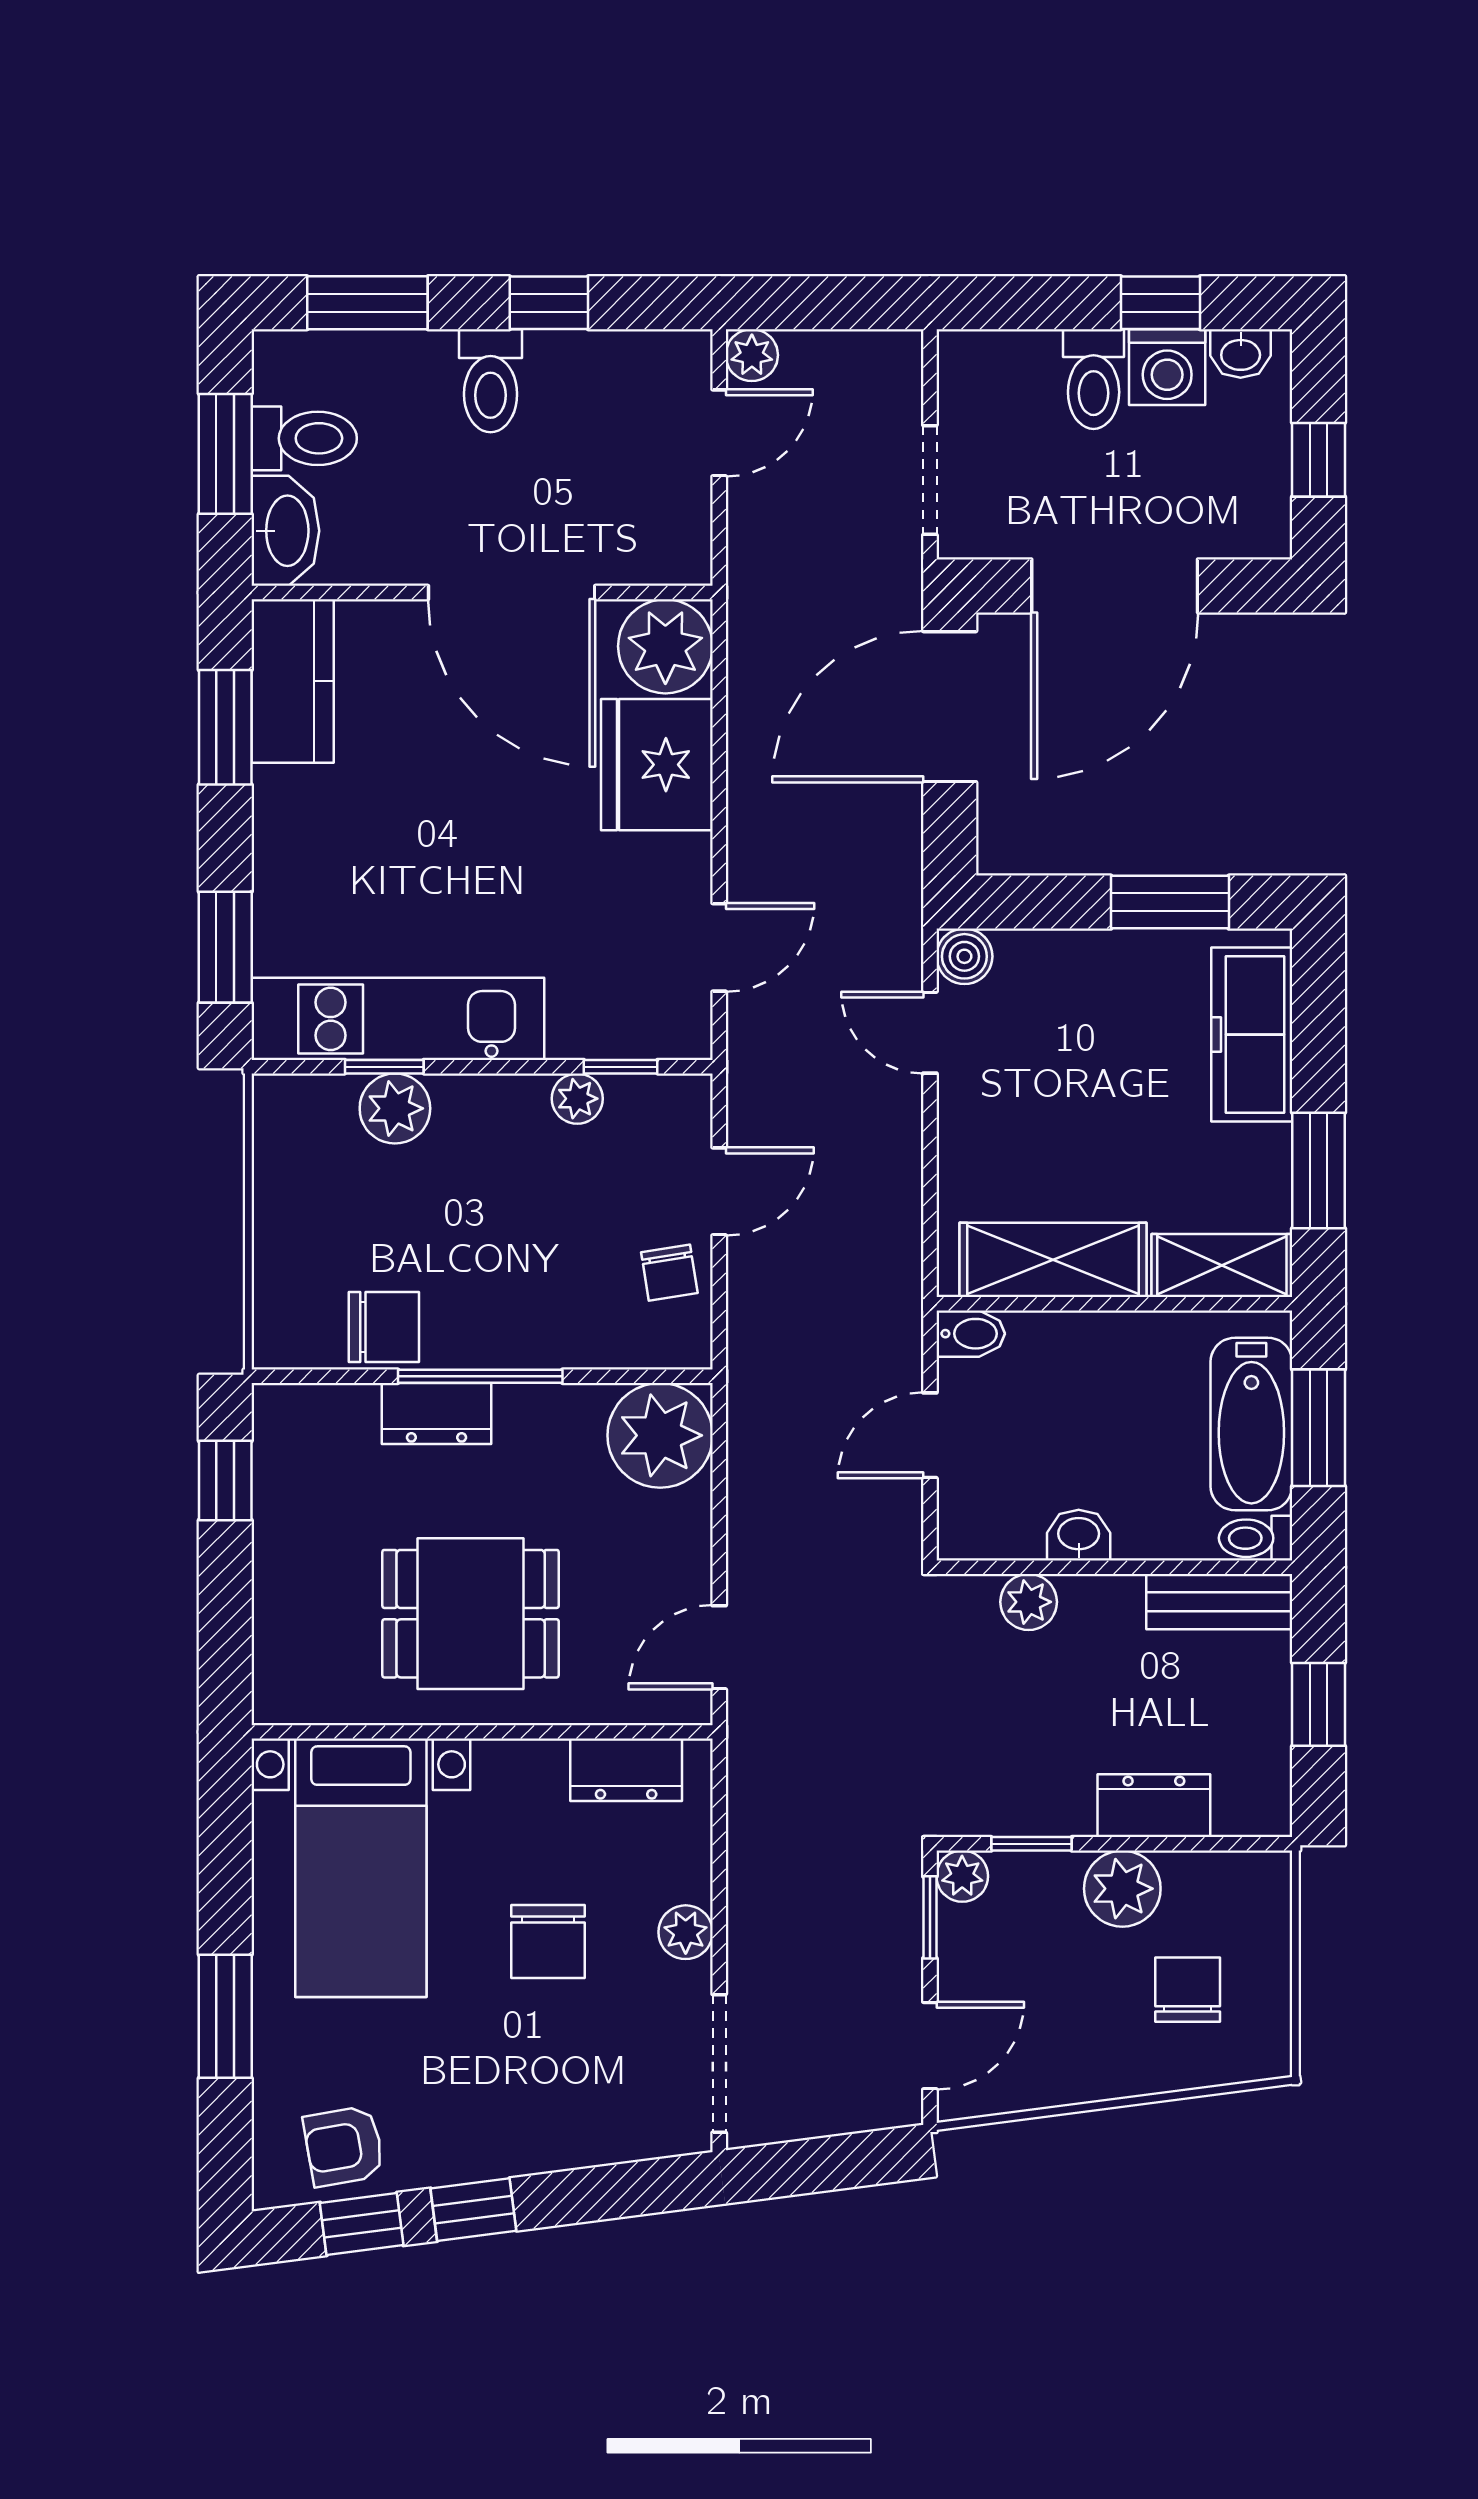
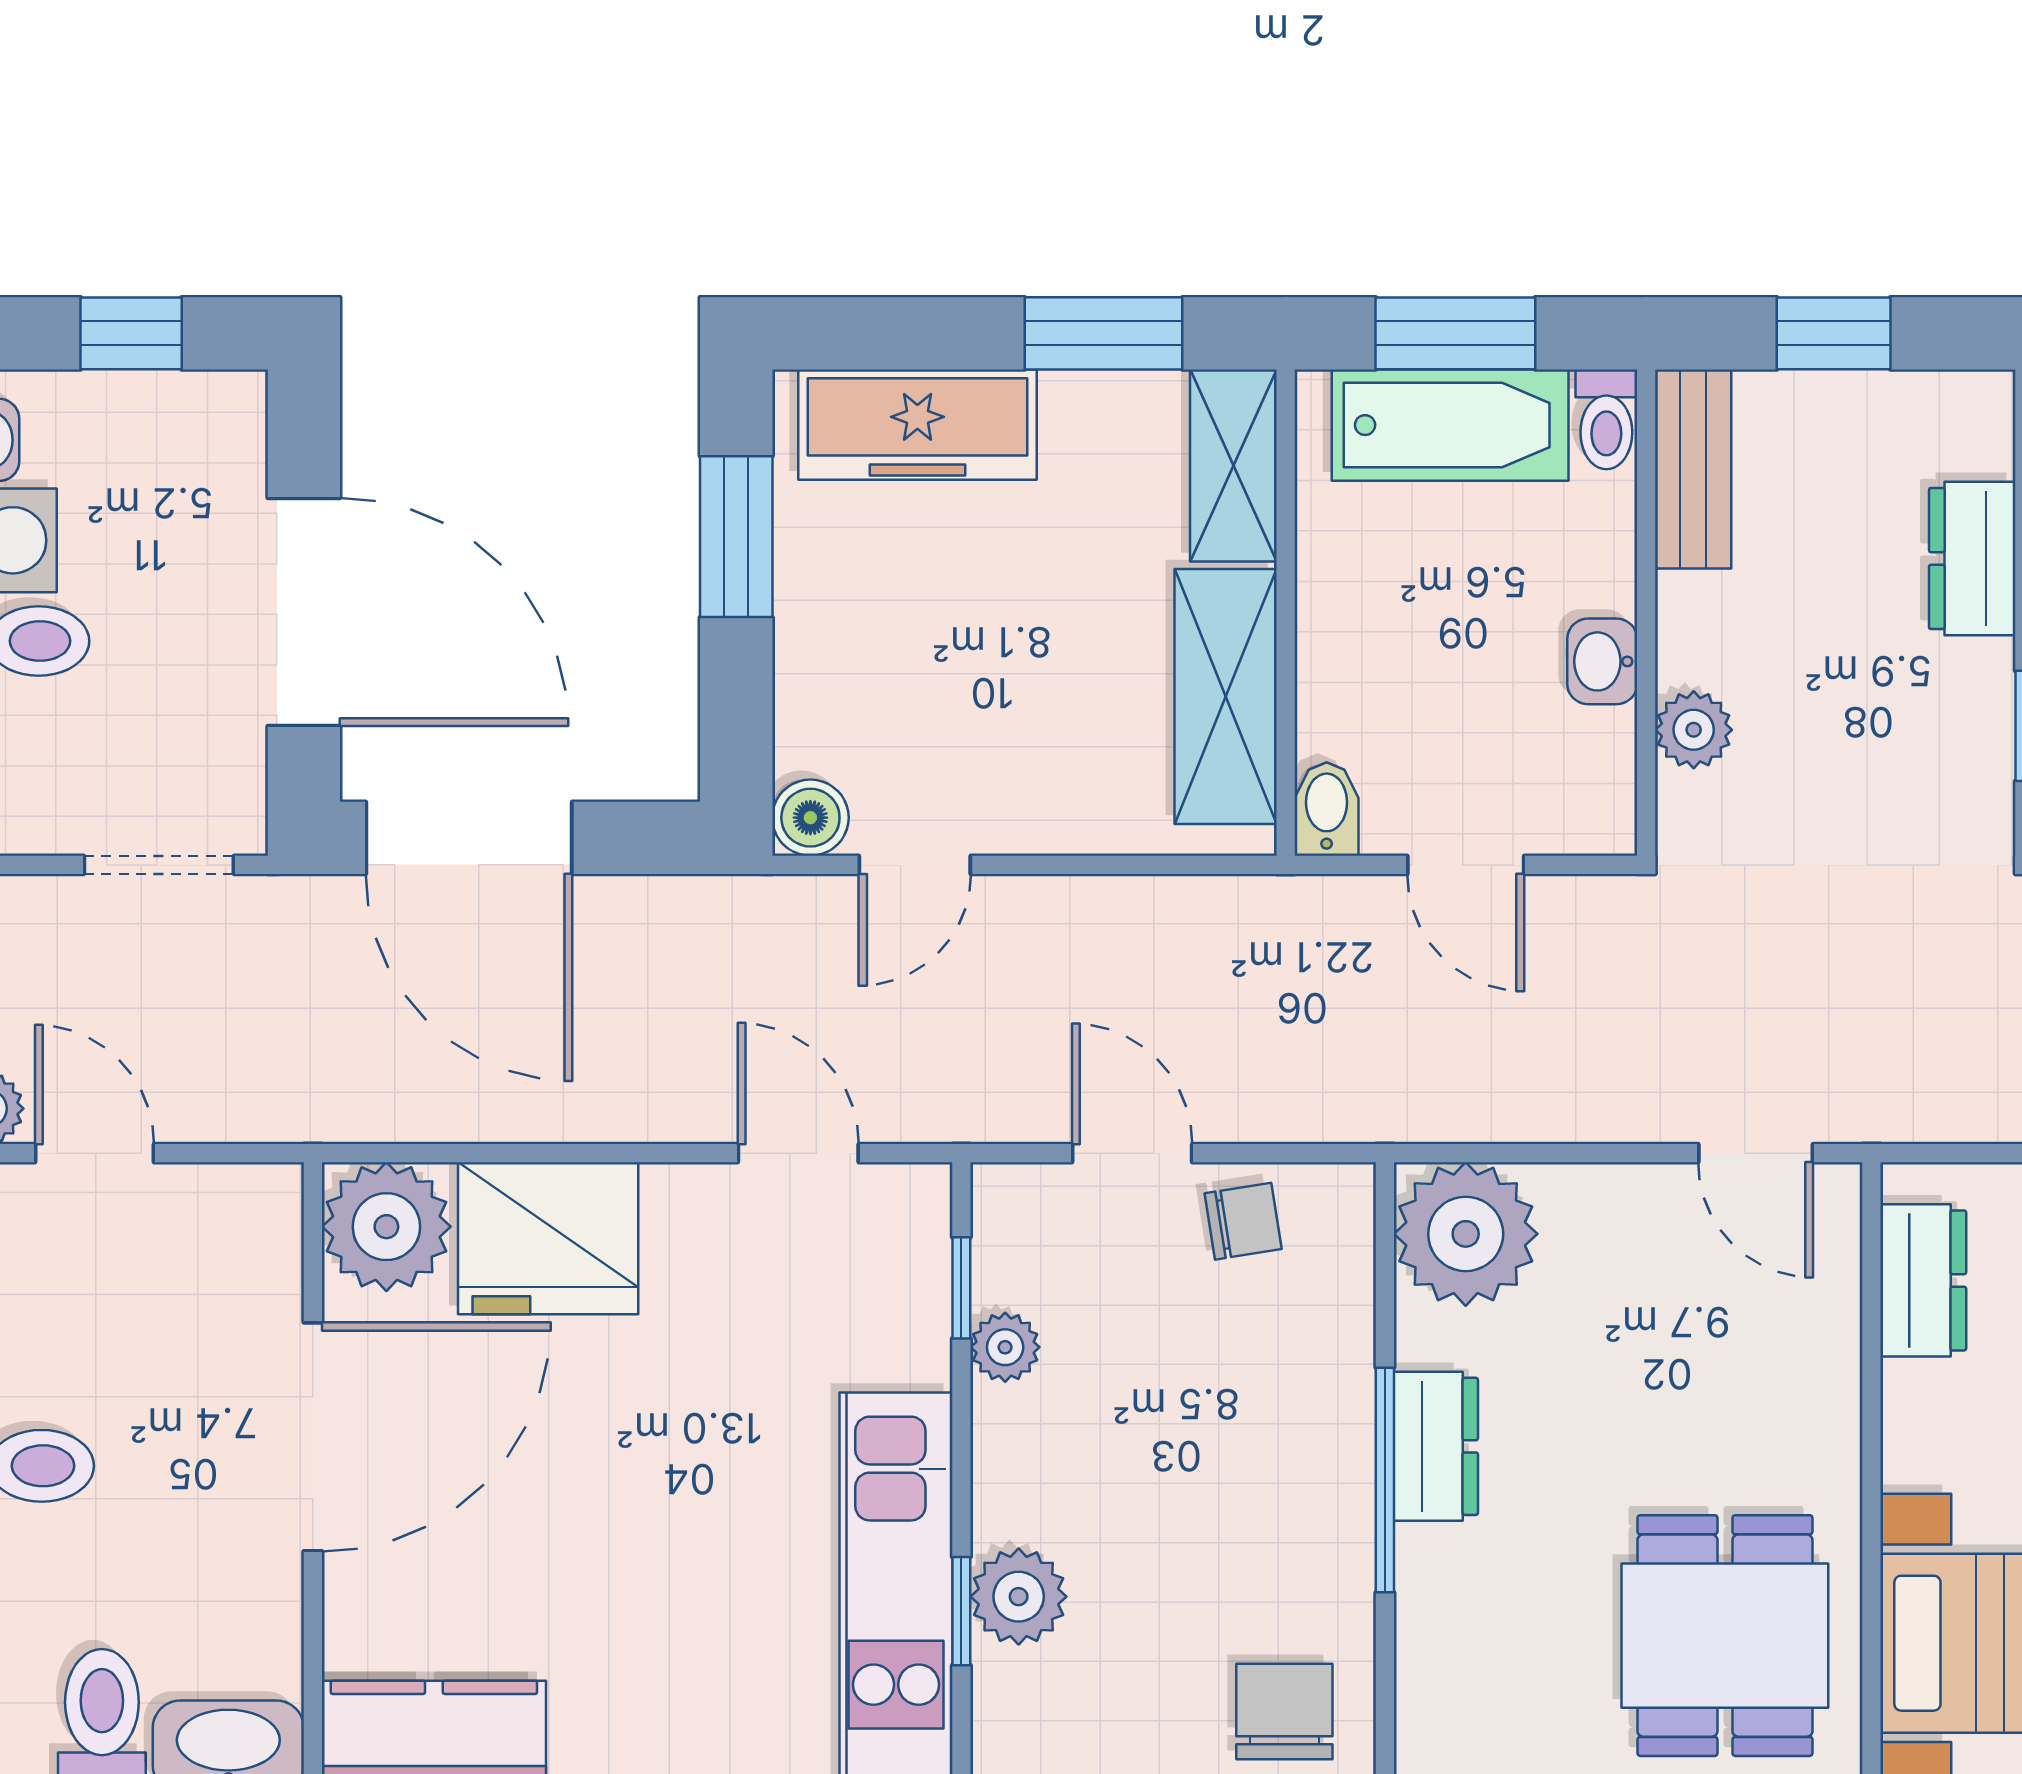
chair: (384, 1327) -> (1284, 1712), moved
dresser: (437, 1414) -> (1436, 1446), moved
dining table: (471, 1614) -> (1725, 1636), moved

